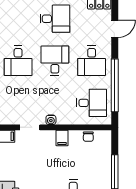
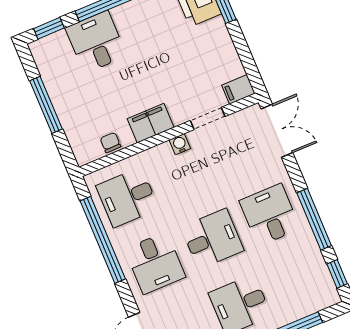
desk: (55, 61) -> (212, 239), turned -90
desk: (92, 61) -> (155, 263), turned 180
filing cabinet: (62, 138) -> (151, 123), width x2.00

